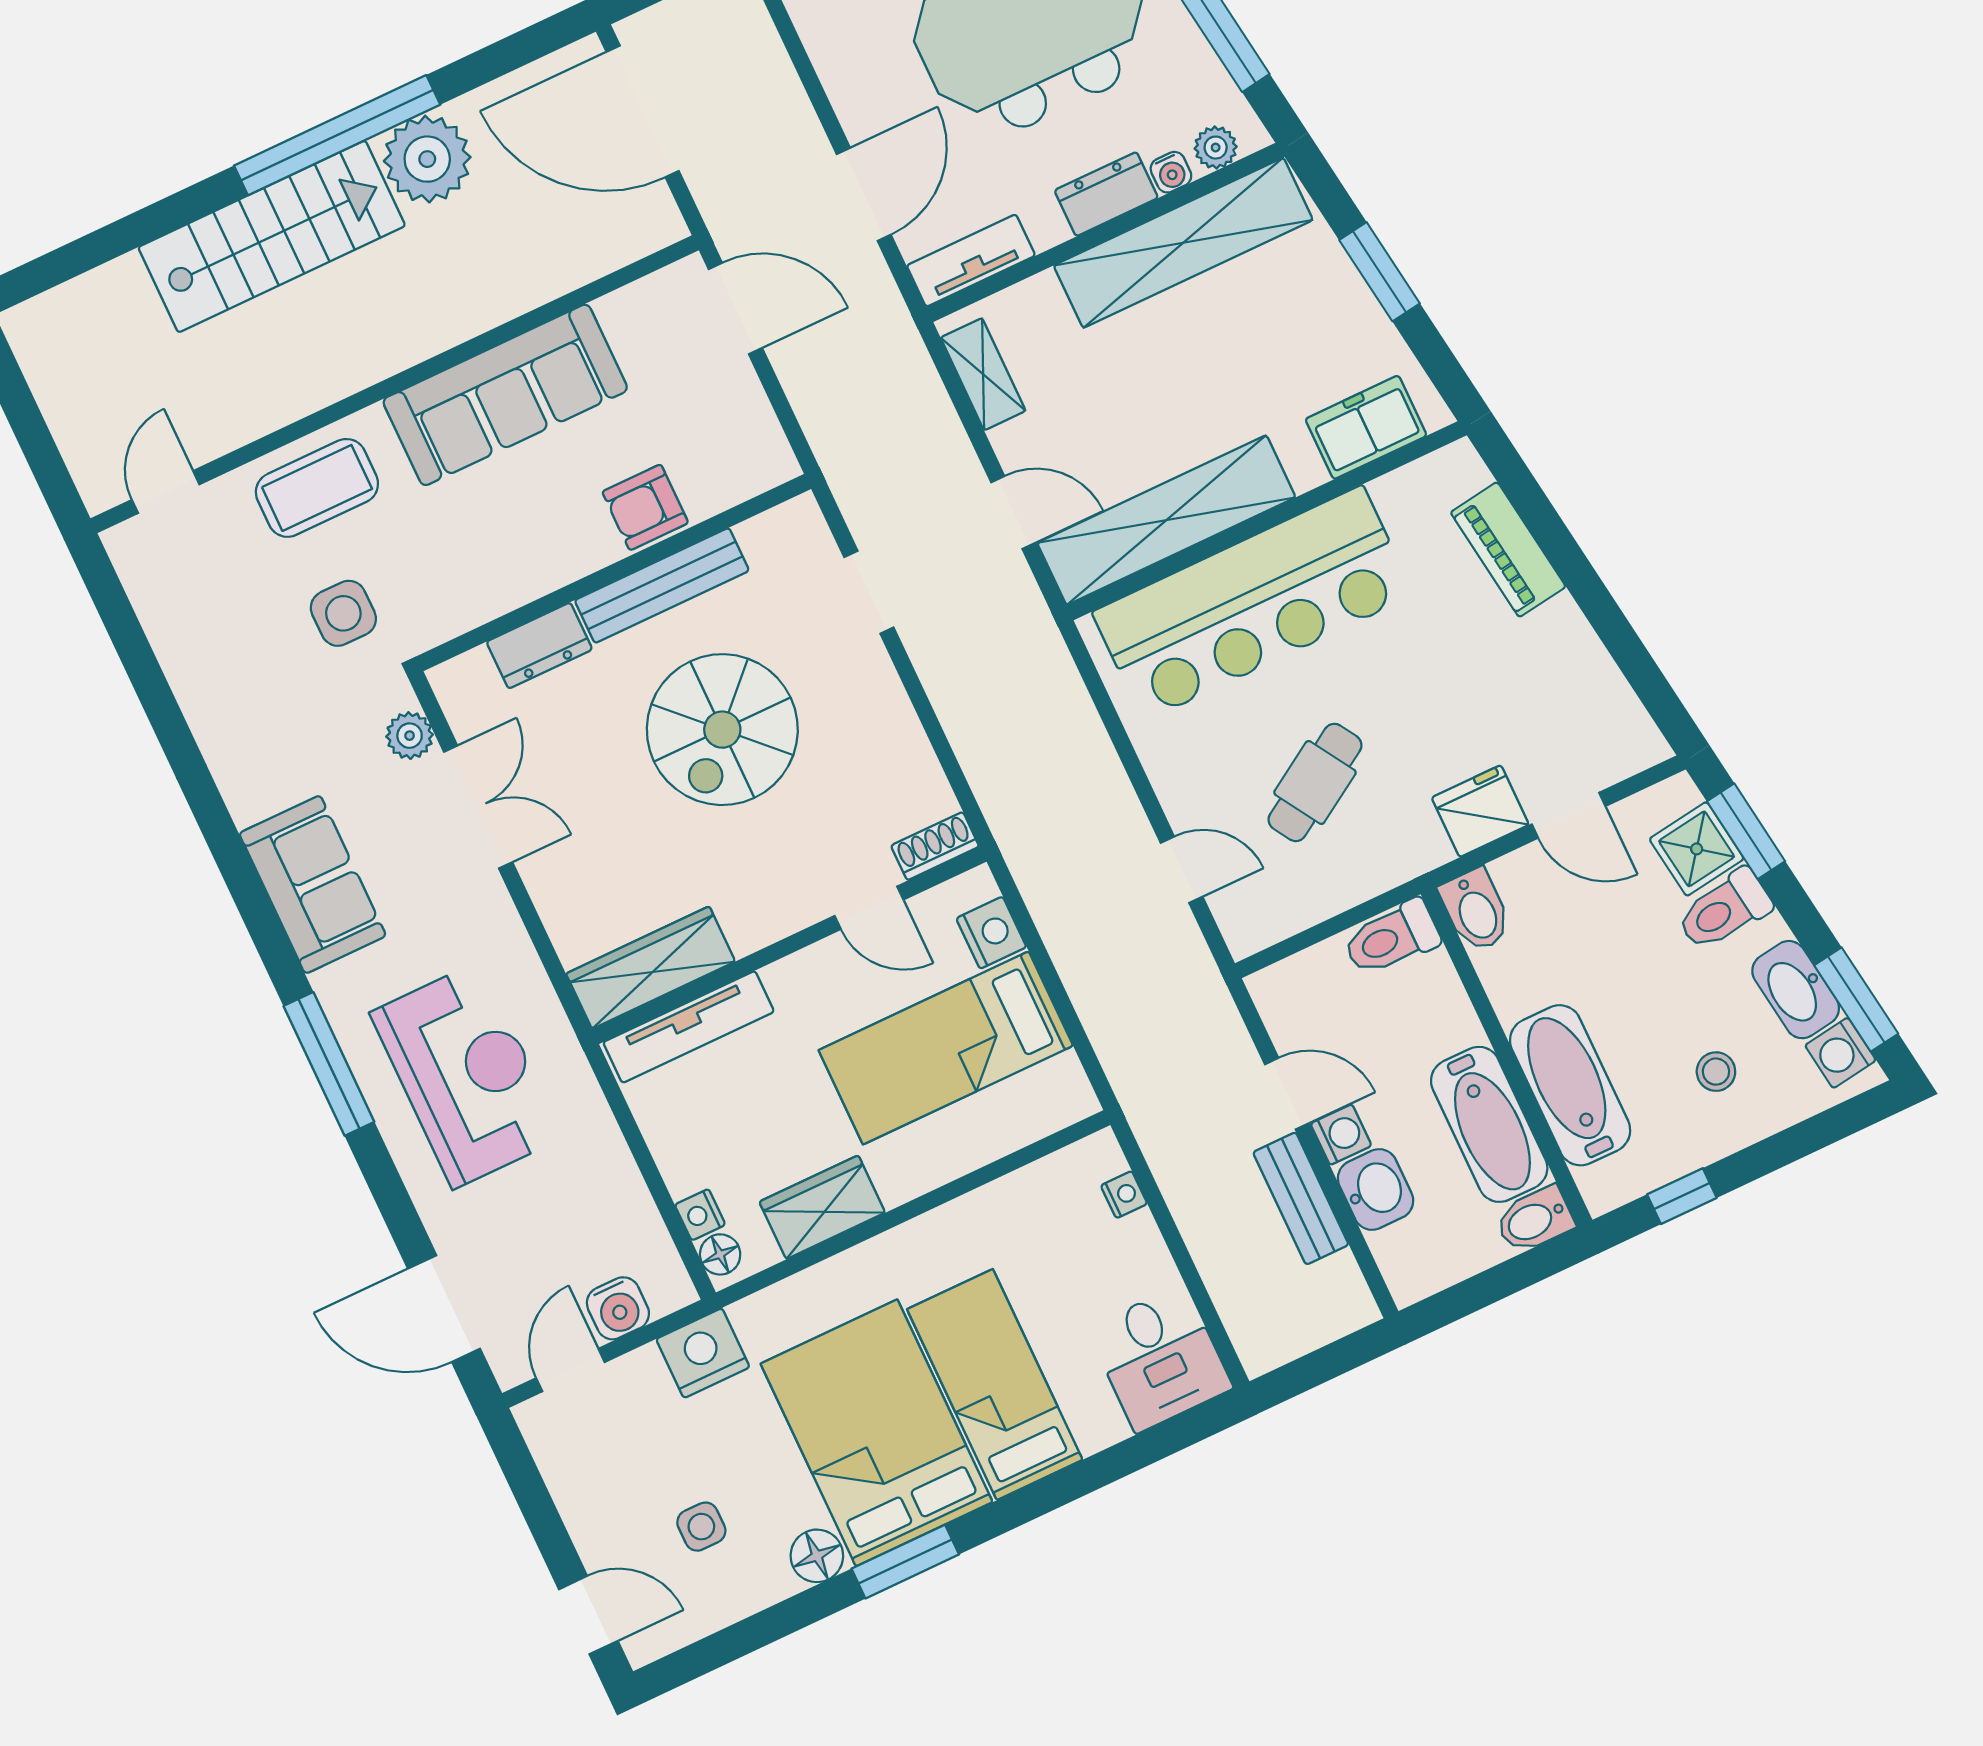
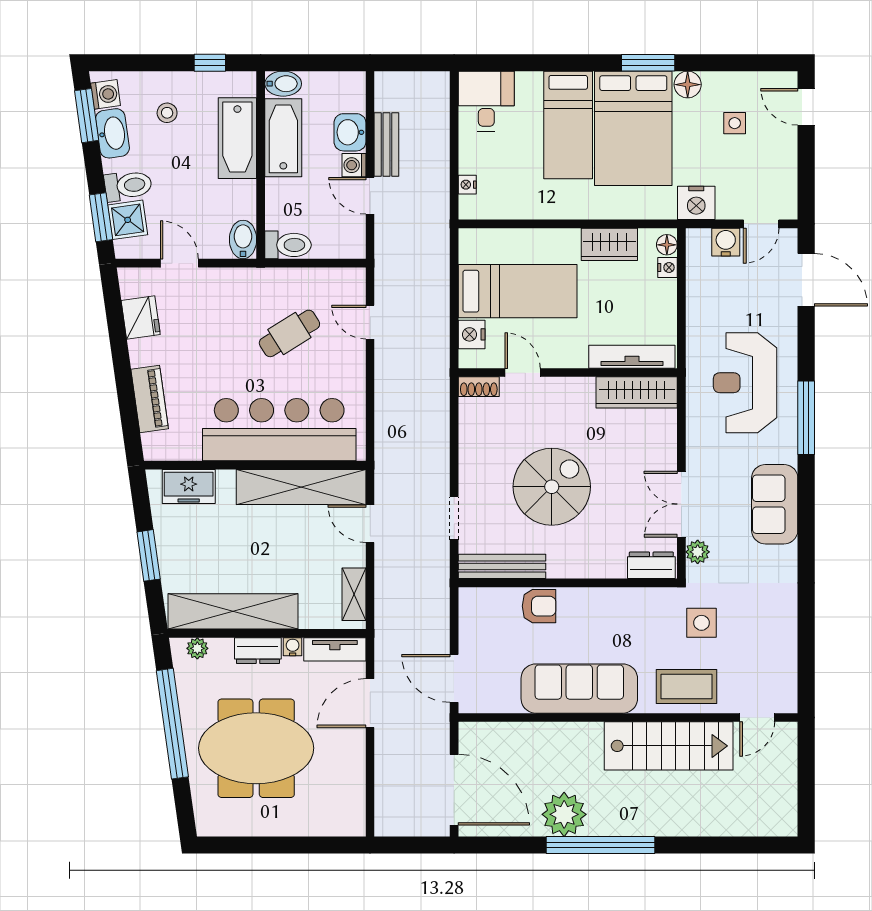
water cooler: (1171, 172) -> (293, 647), moved
stairs: (272, 237) -> (669, 746), moved, turned 180
bench: (662, 585) -> (502, 566), moved
dresser: (539, 646) -> (651, 565), moved
fridge: (1480, 811) -> (141, 318), moved, turned -98

